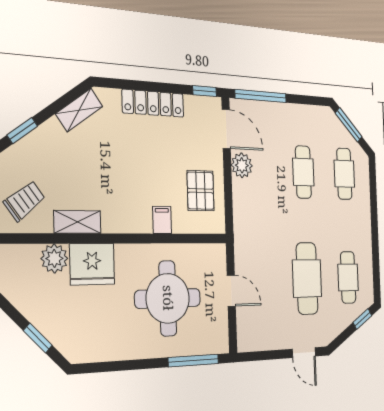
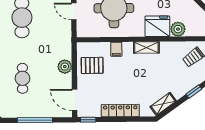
window: (261, 96) -> (35, 120), moved
plant: (242, 165) -> (65, 67), moved
pallet: (201, 191) -> (92, 65), turned 90
shelving: (77, 222) -> (146, 48), moved

